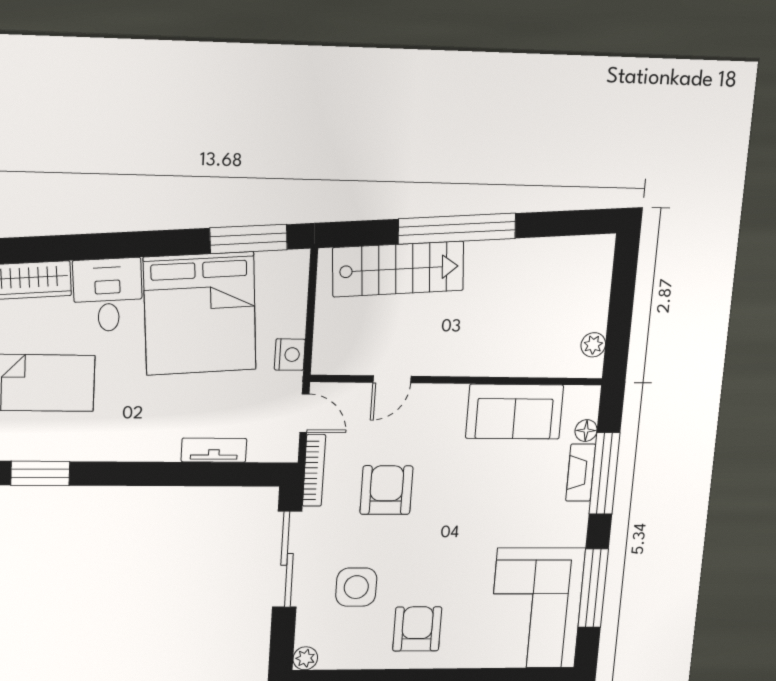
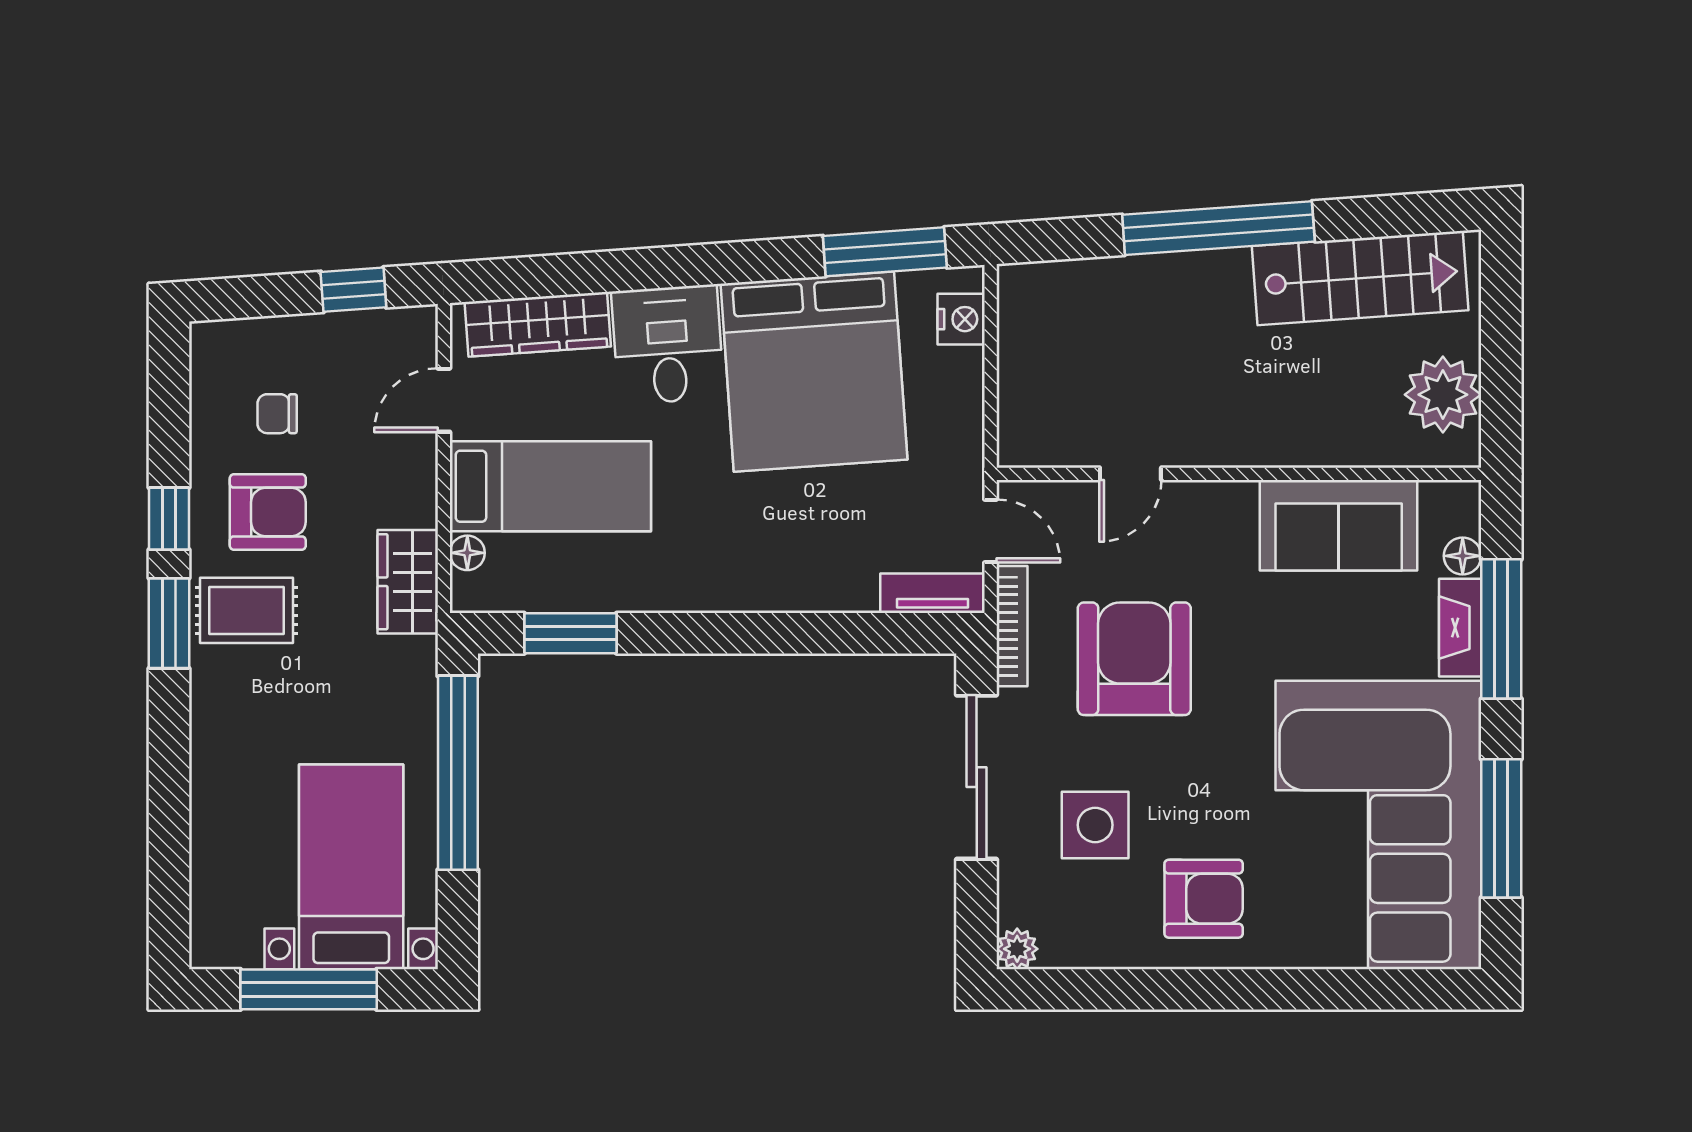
stairs: (398, 269) -> (1360, 278), moved
plant: (593, 345) -> (1443, 395), width x1.87, depth x1.87
nightstand: (290, 355) -> (961, 319), moved
tv unit: (214, 450) -> (933, 593), moved
armchair: (386, 490) -> (1134, 659), width x1.36, depth x1.36
corner sofa: (536, 608) -> (1378, 825), width x1.36, depth x1.36
armchair: (417, 629) -> (1204, 899), turned 90

